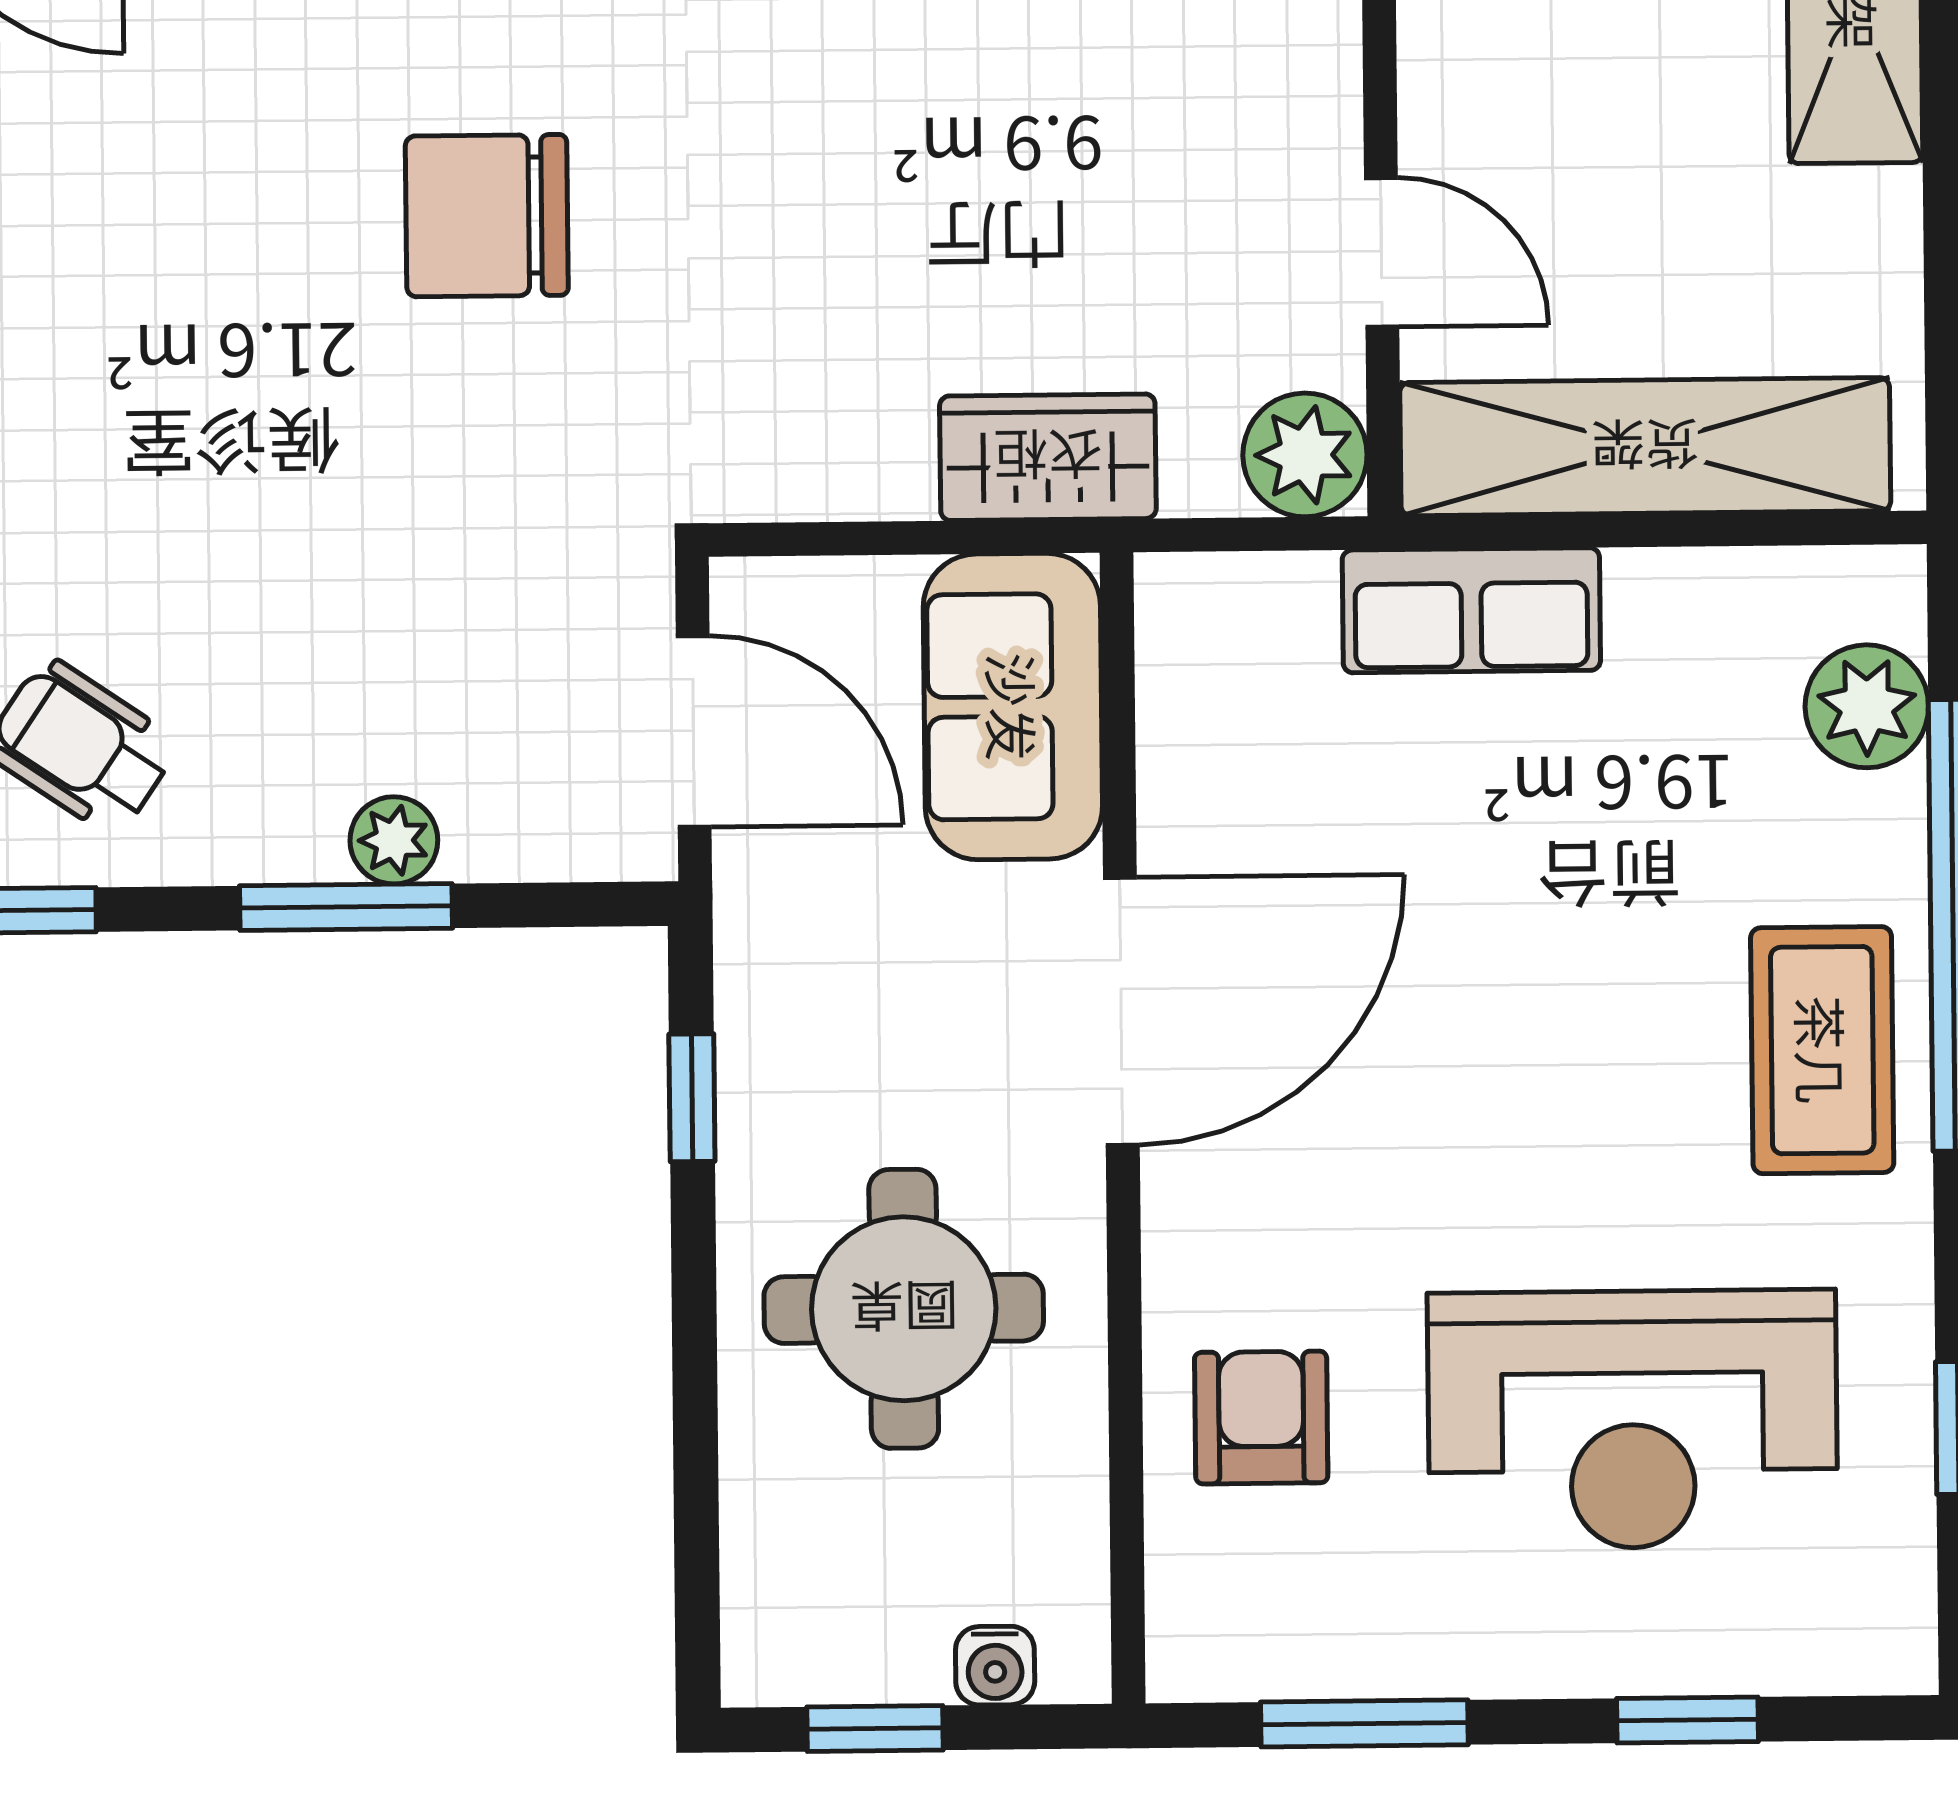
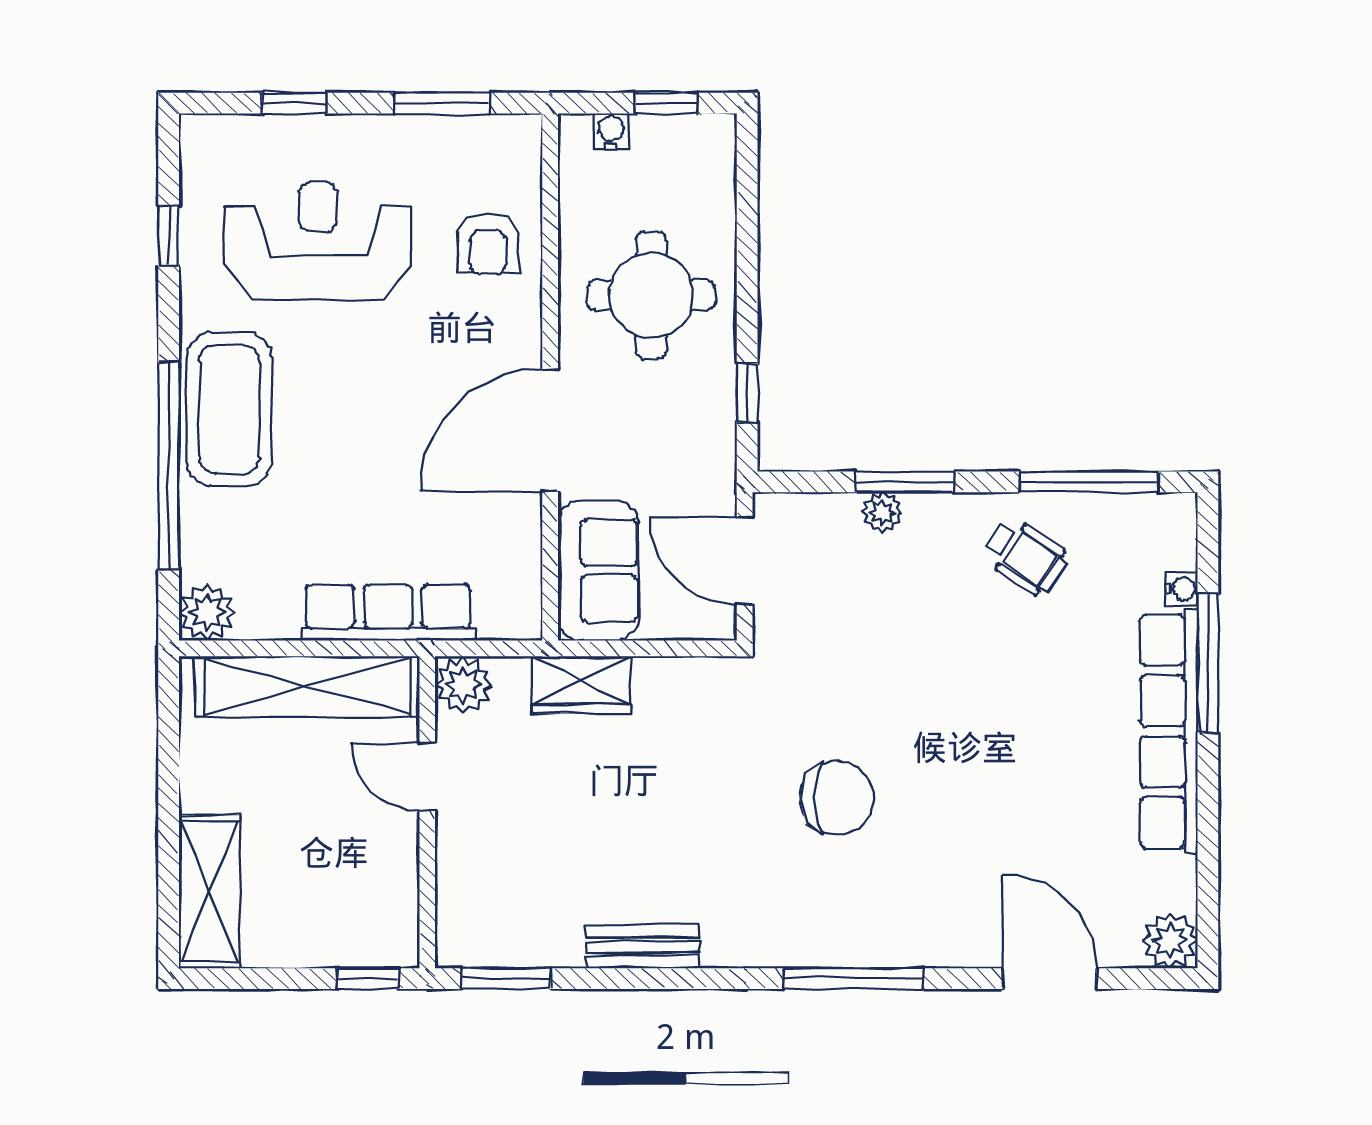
row of seats: (1471, 610) -> (388, 613), width x1.48
plant: (1867, 706) -> (207, 612), moved
coffee table: (1822, 1050) -> (229, 409), width x1.36, depth x1.32

